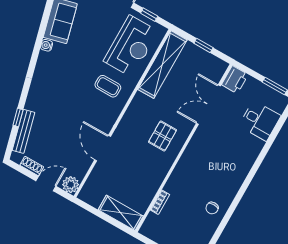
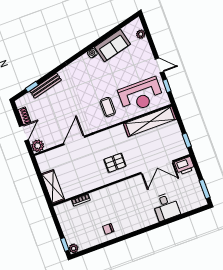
window: (203, 46) -> (187, 140), moved
double door: (208, 105) -> (157, 167), swing flipped
window: (18, 117) -> (32, 87), moved
desk: (260, 121) -> (166, 207), moved
bench: (23, 131) -> (46, 86), moved
door: (46, 184) -> (24, 133), hinge flipped

